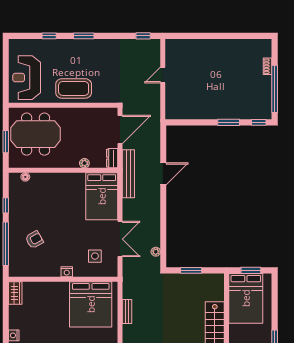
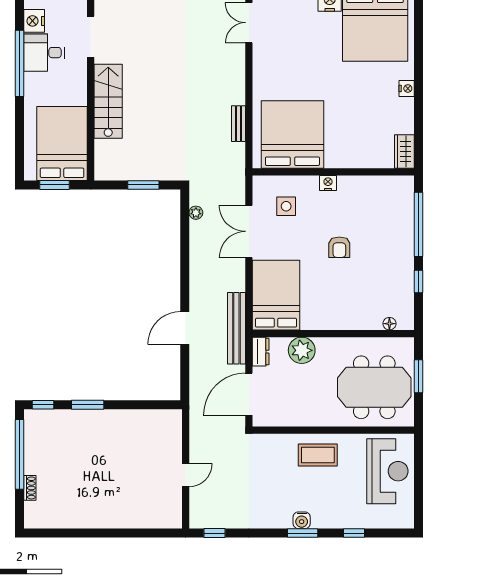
water cooler: (84, 45) -> (302, 520), added
coffee table: (74, 88) -> (318, 455), width x0.73, depth x0.76
plant: (84, 163) -> (302, 350), width x1.87, depth x1.87
armchair: (34, 240) -> (339, 247), moved, turned -61

